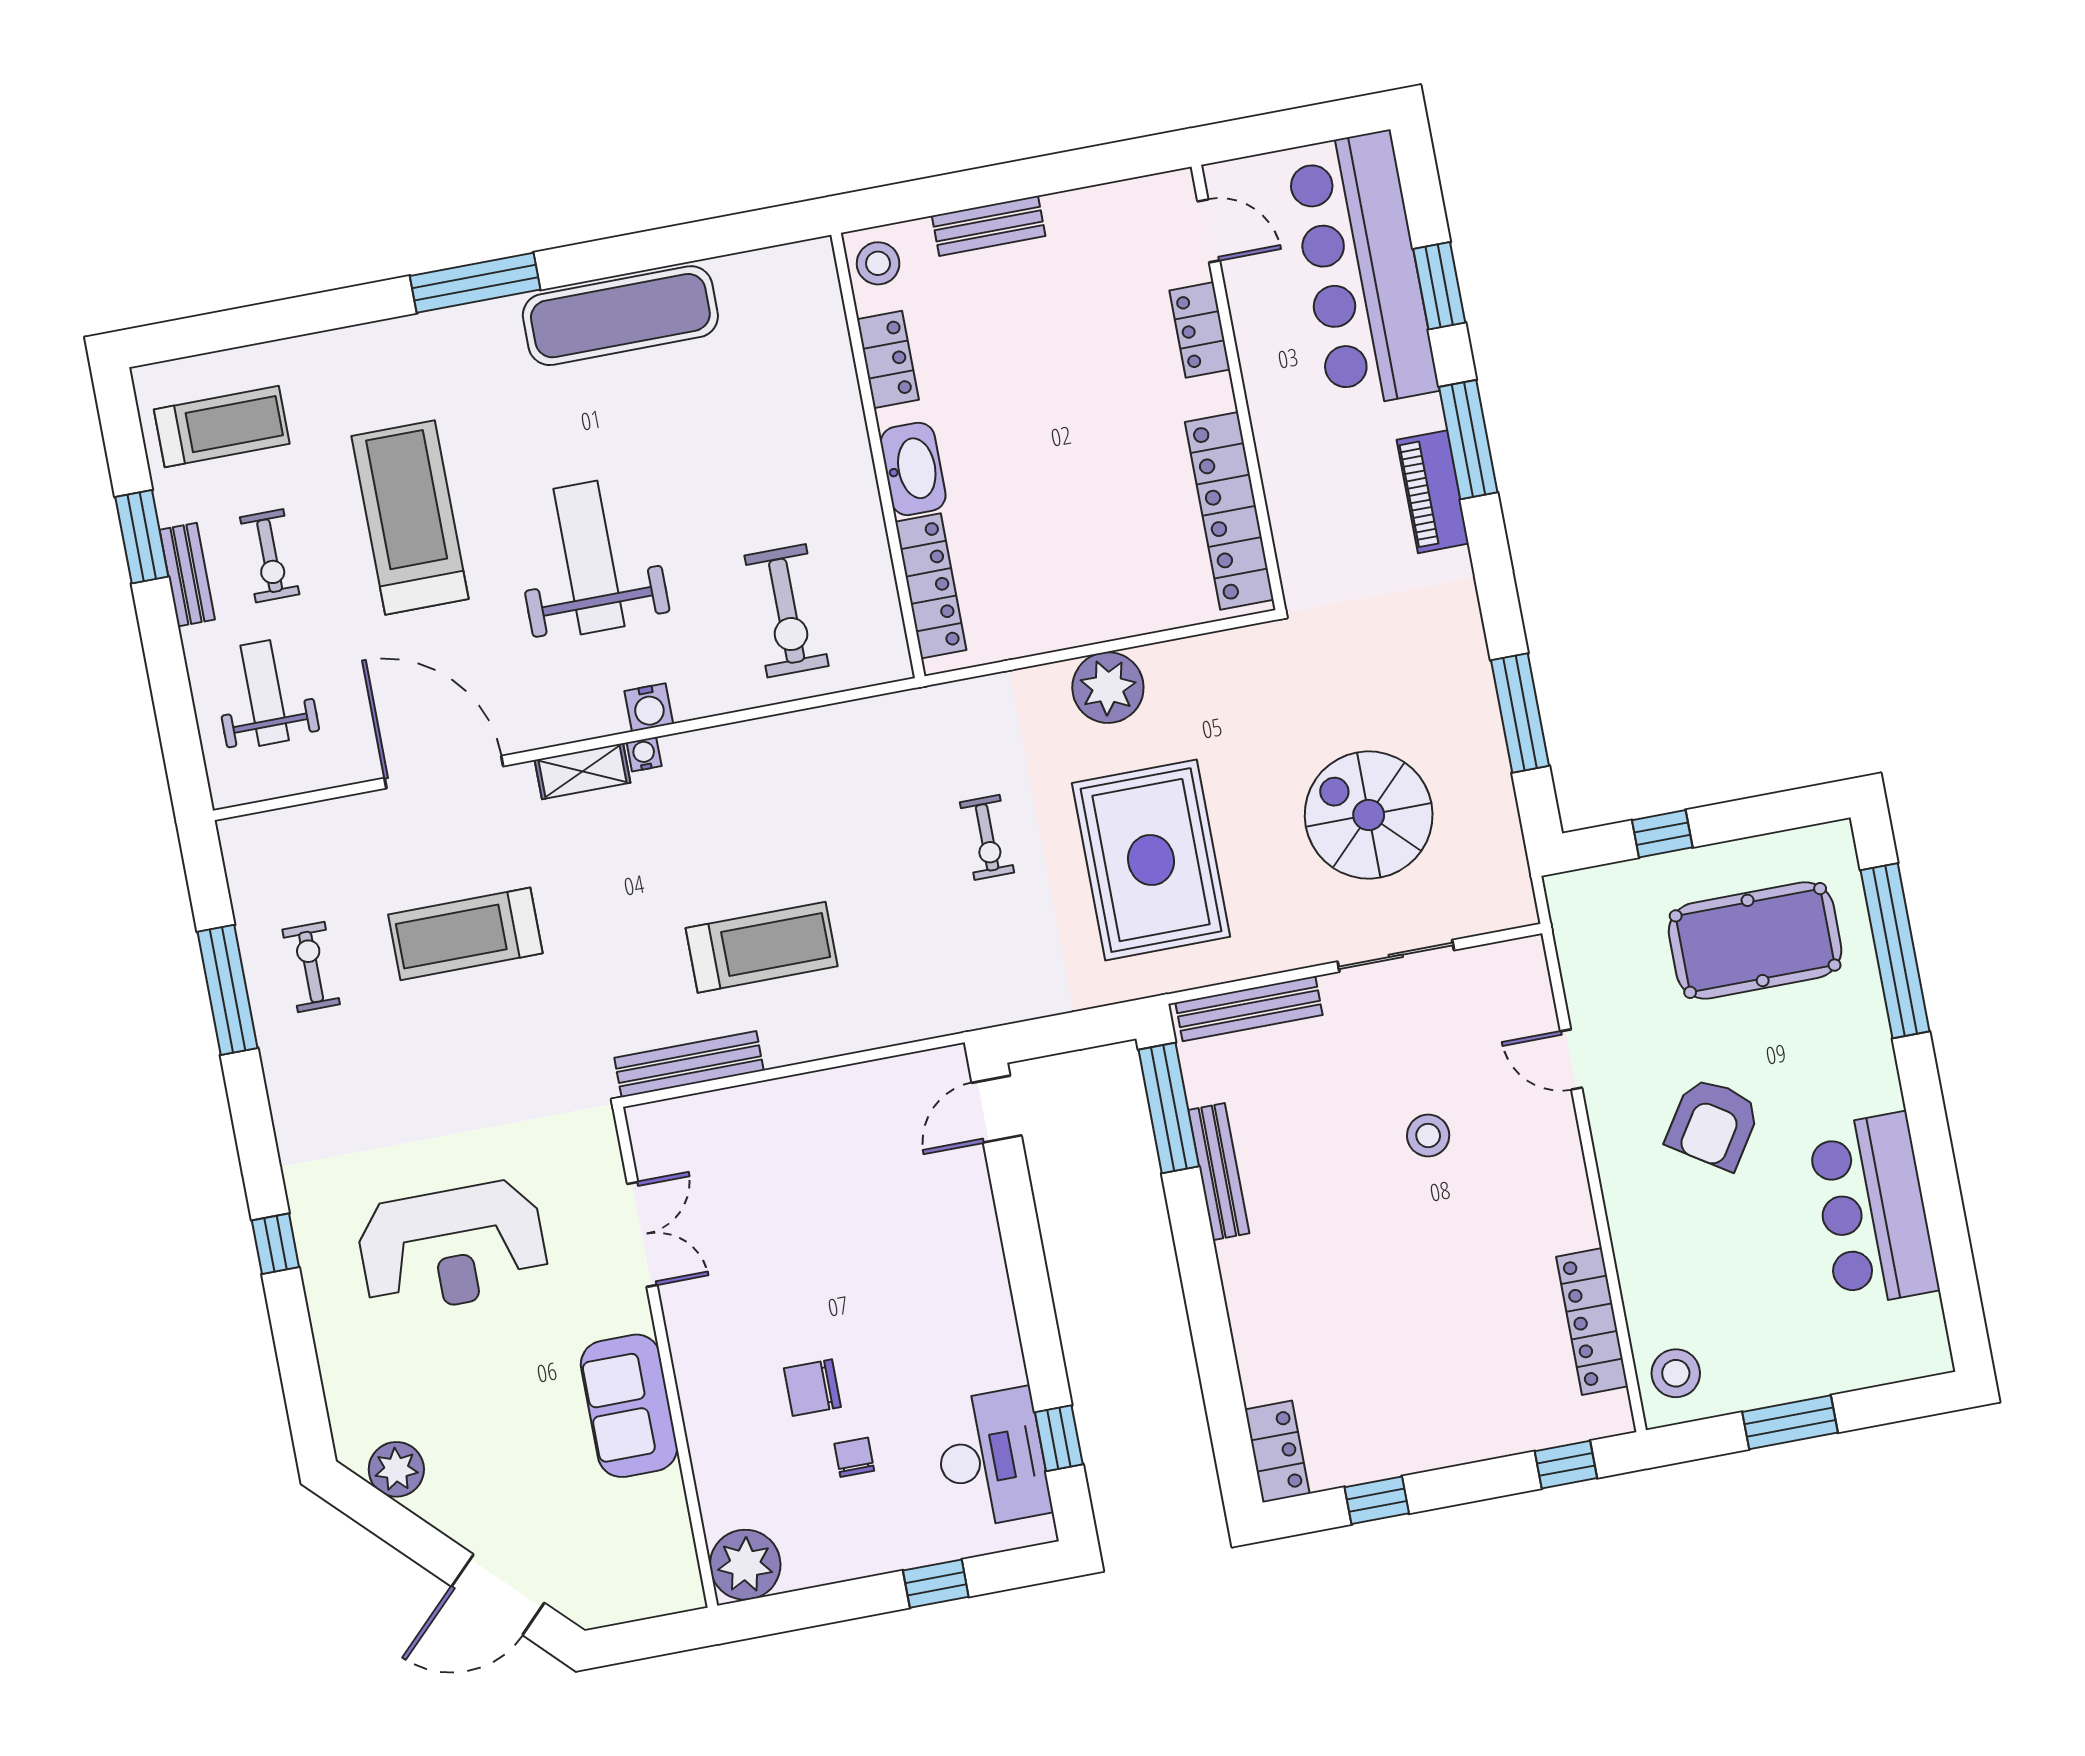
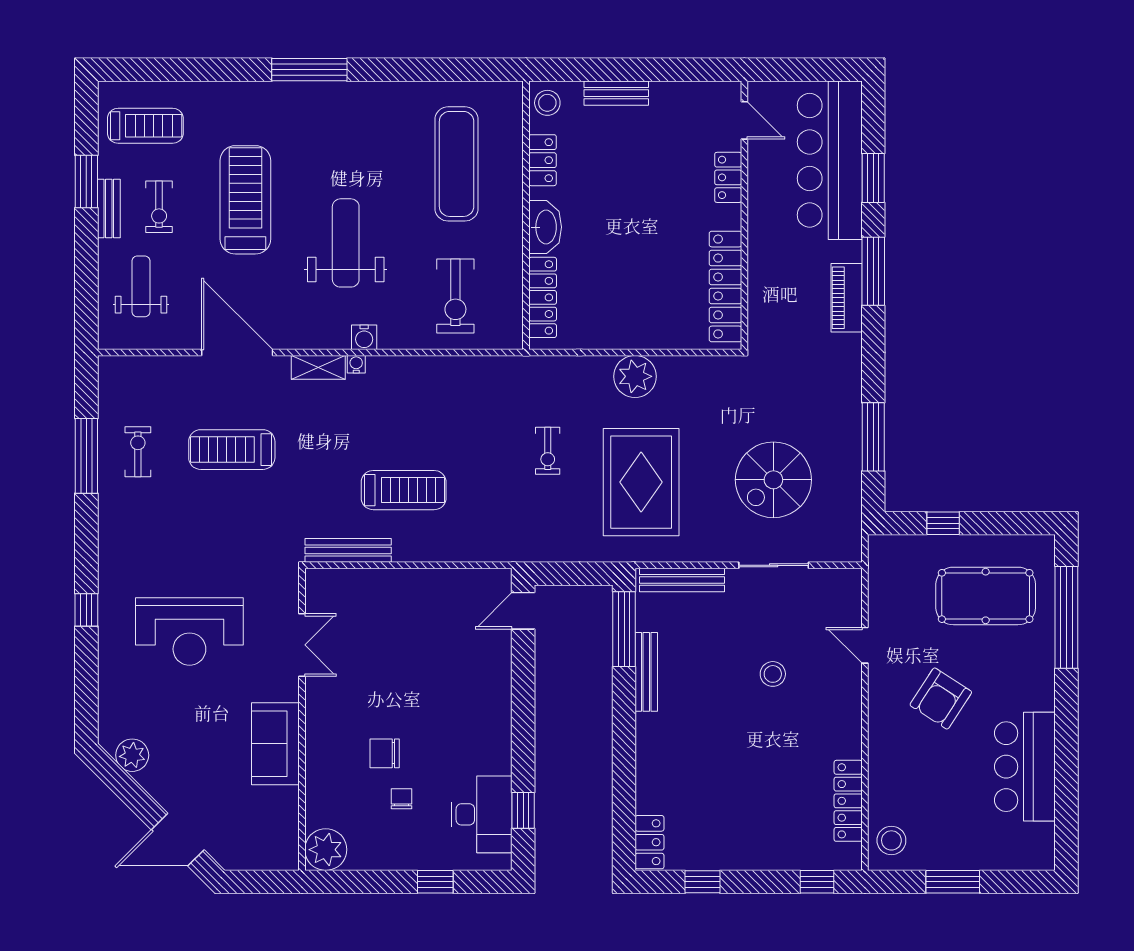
exercise mat: (620, 316) -> (457, 164), moved, turned 90
spiral stairs: (1369, 815) -> (773, 480), turned -90

